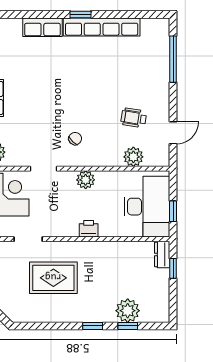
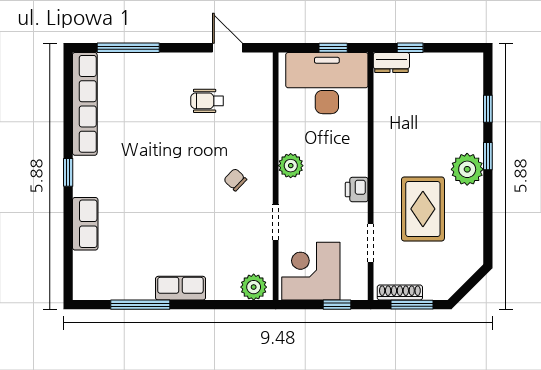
row of seats: (102, 27) -> (85, 104), moved
wheelchair: (134, 118) -> (207, 101), turned 81
plant: (133, 157) -> (260, 101), removed
printer: (89, 229) -> (357, 190), moved
plant: (128, 311) -> (467, 169), moved

